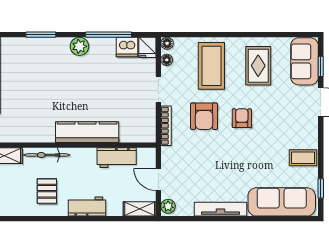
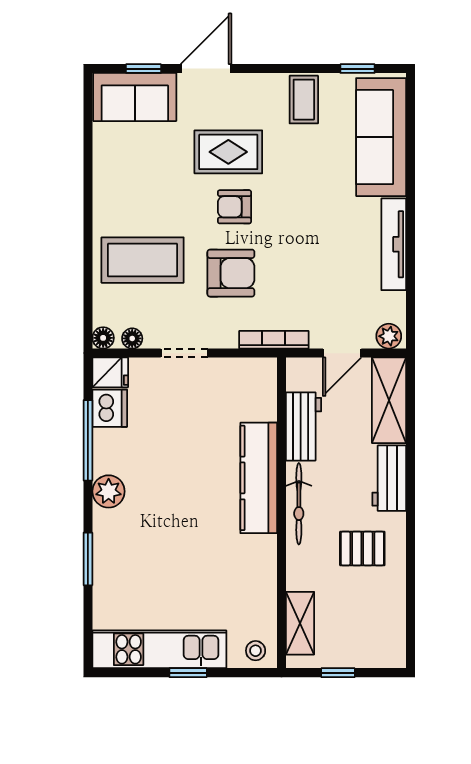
rug: (258, 66) -> (228, 152), moved
bookcase: (166, 126) -> (274, 340), moved
bicycle: (47, 155) -> (299, 504), moved
shelving: (140, 209) -> (389, 400), width x1.50, depth x1.33

